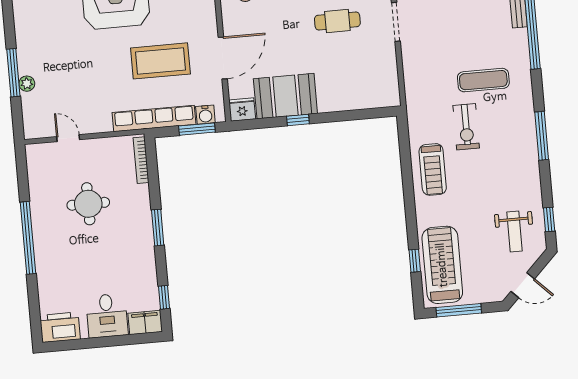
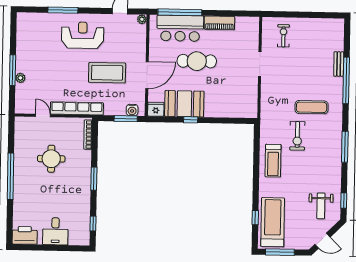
cafe table: (337, 21) -> (197, 61), moved, width x1.37, depth x1.35
row of seats: (154, 118) -> (77, 108), moved
filing cabinet: (145, 323) -> (79, 238), removed

